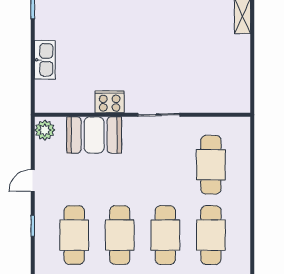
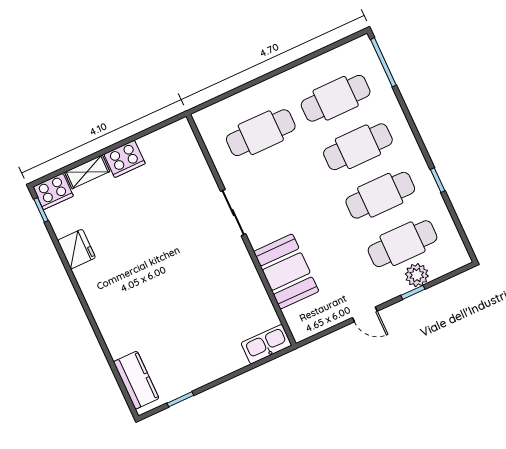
kitchen sink: (45, 60) -> (266, 344), moved
cooker: (110, 102) -> (125, 159), moved, turned -90
plant: (45, 130) -> (417, 275), moved

